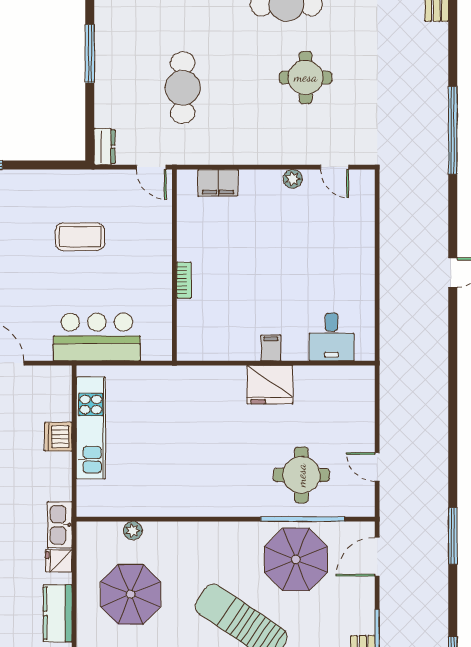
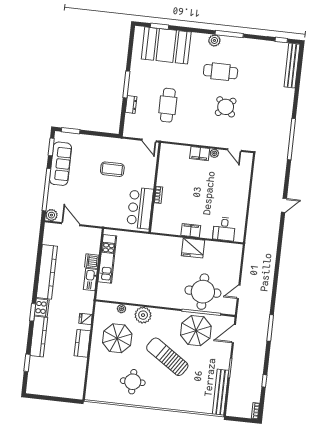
round table: (306, 77) -> (226, 107), turned 45
dresser: (105, 147) -> (131, 105), moved
filing cabinet: (218, 183) -> (200, 154), moved
bar counter: (97, 337) -> (140, 208), moved, turned -90
filing cabinet: (271, 348) -> (191, 230), width x2.00
door: (377, 467) -> (239, 292), hinge flipped
round table: (301, 475) -> (203, 292), width x1.36, depth x1.36
kitchen sink: (60, 525) -> (90, 280), moved
plant: (180, 539) -> (143, 315), added

